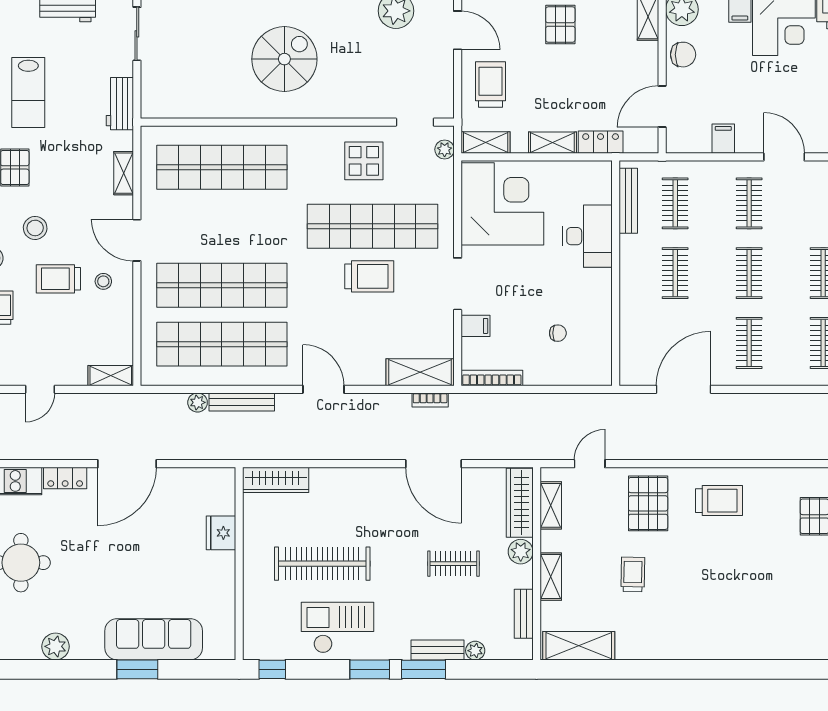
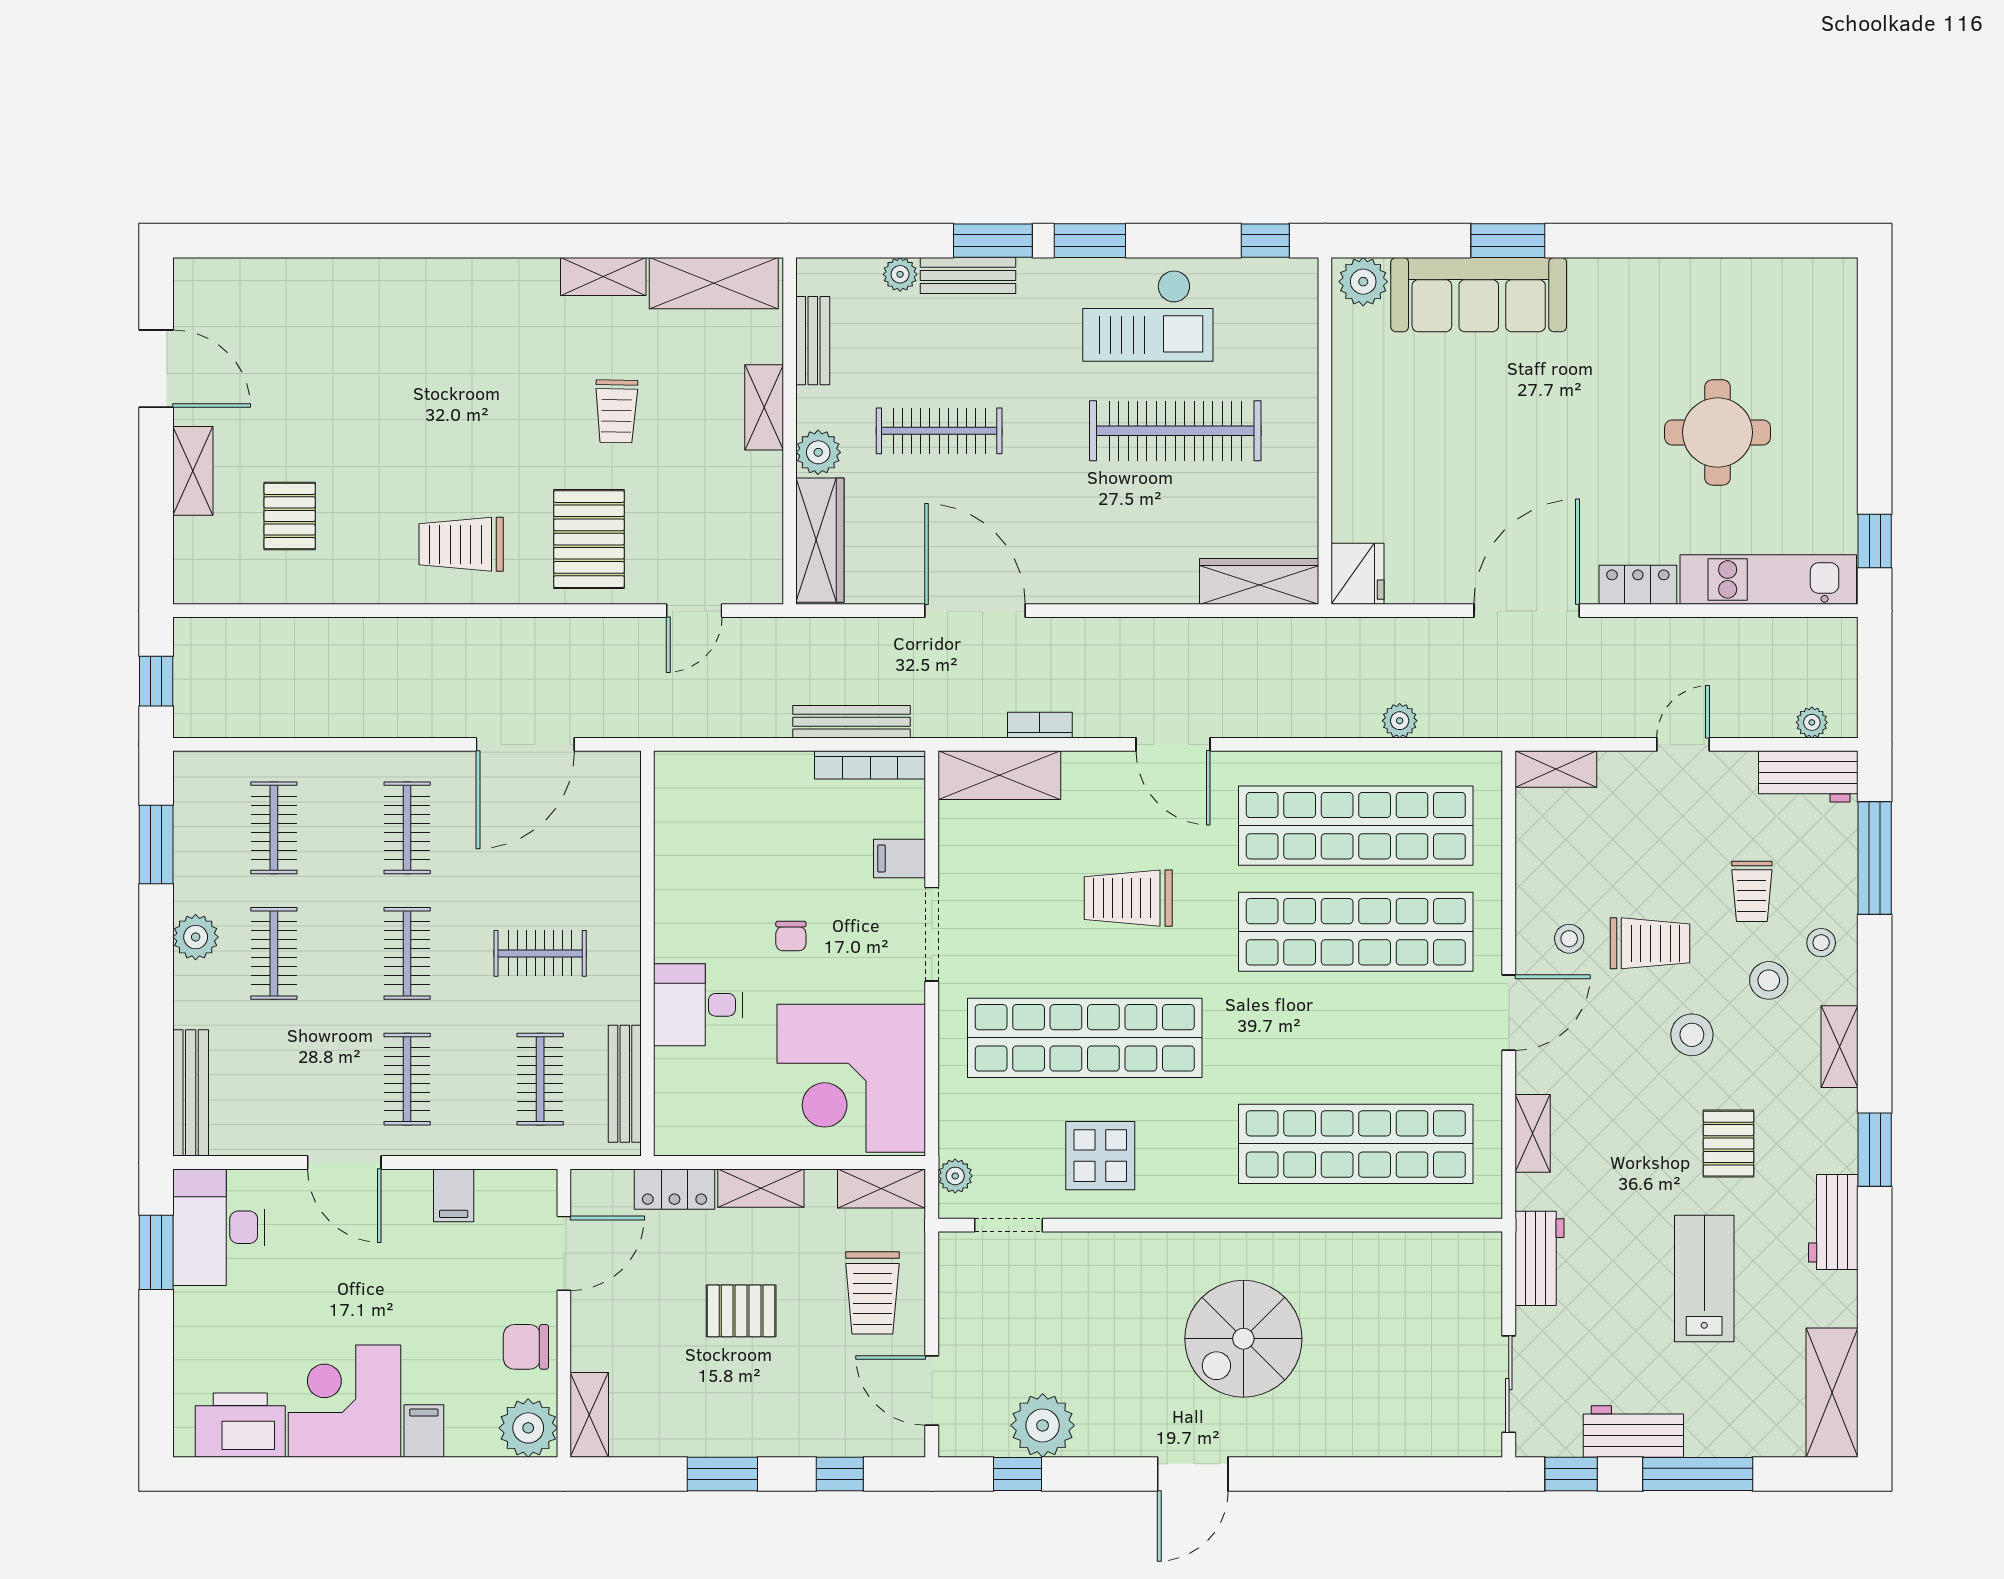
pallet: (560, 25) -> (741, 1311), moved, turned 90
desk: (587, 236) -> (698, 1005), width x0.73
door: (137, 240) -> (1509, 1013), hinge flipped
clothes rail: (675, 273) -> (540, 953), turned 90
trolley: (369, 276) -> (1128, 898), moved
chair: (558, 333) -> (791, 936), moved, turned -90
bookcase: (430, 400) -> (1040, 725), moved
bench: (242, 402) -> (852, 722), moved
shelving: (551, 505) -> (603, 276), moved, turned 90
fridge: (221, 533) -> (1357, 574), moved
clothes rail: (453, 564) -> (939, 431), width x1.36
plant: (56, 646) -> (1363, 282), moved

